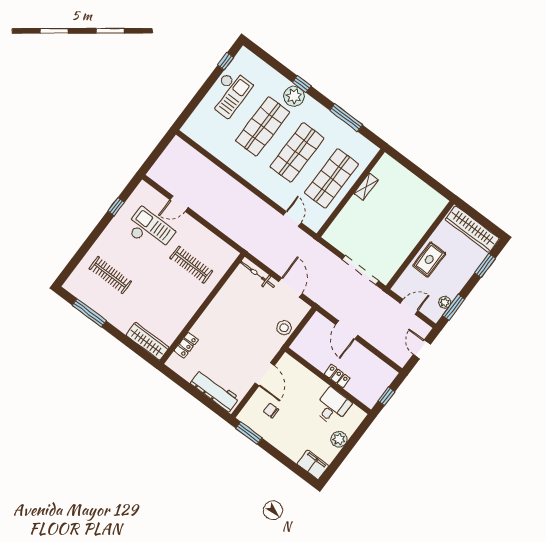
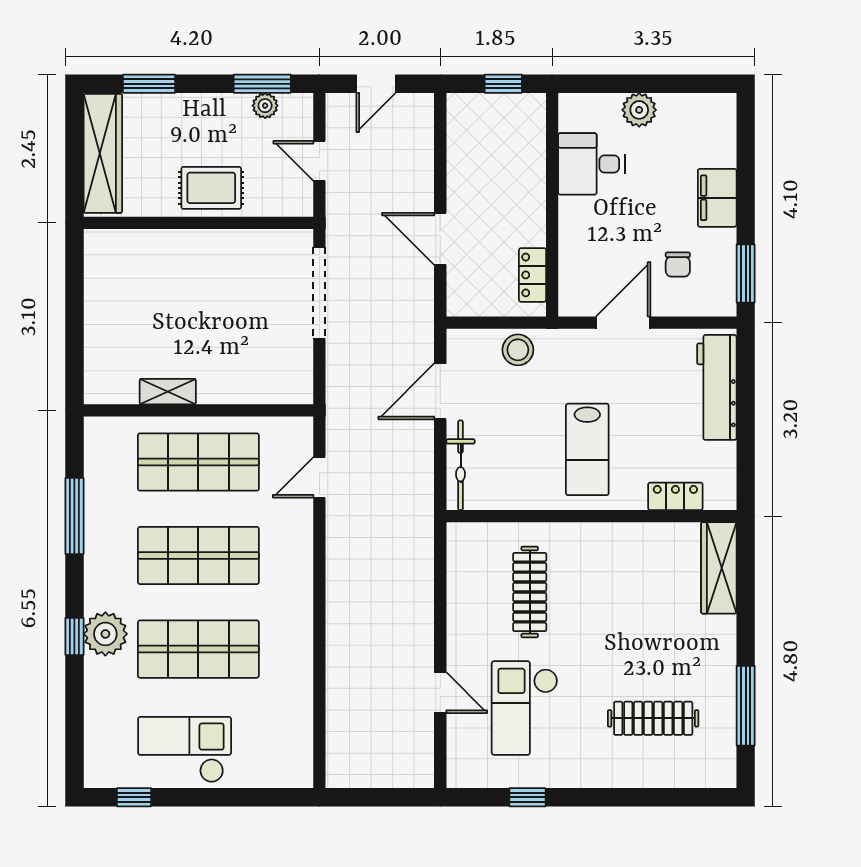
clothes rail: (110, 275) -> (653, 718), turned 90
lab bench: (228, 326) -> (587, 449), added
door: (347, 330) -> (440, 239), swing flipped
locker: (337, 376) -> (532, 275), moved
filing cabinet: (313, 465) -> (717, 198), moved

